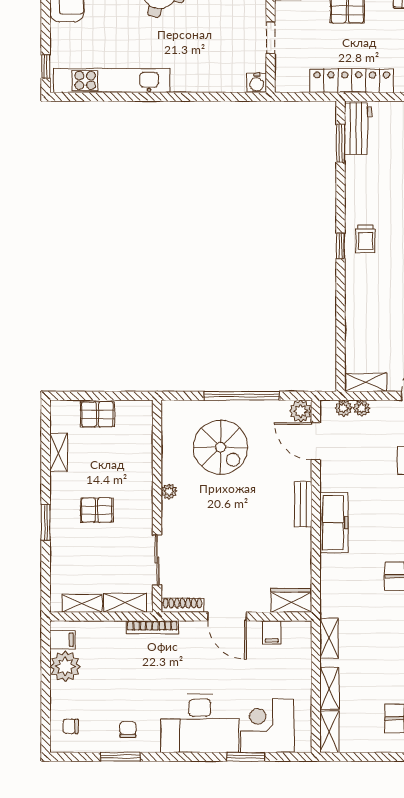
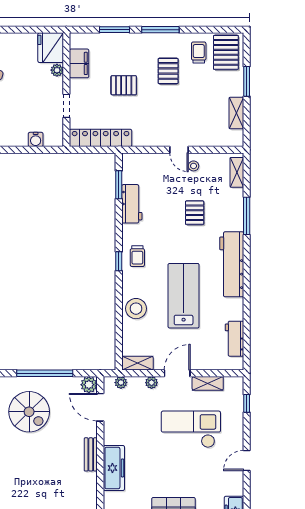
locker: (352, 81) -> (101, 138), moved
water cooler: (257, 83) -> (36, 139), moved
workbench: (358, 128) -> (132, 204), moved
stool: (364, 309) -> (136, 309), added
plant: (362, 408) -> (152, 383), moved

